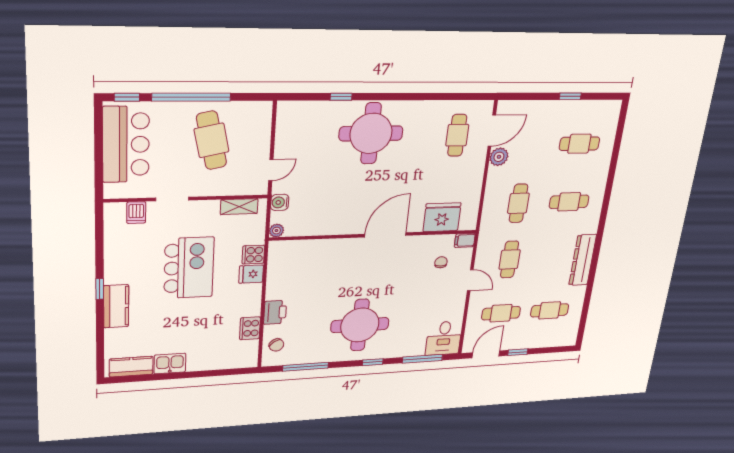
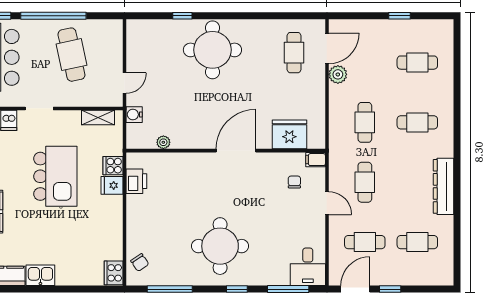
plant: (276, 231) -> (163, 142), moved
printer: (275, 312) -> (136, 181), moved
cooker: (250, 328) -> (114, 273), moved

